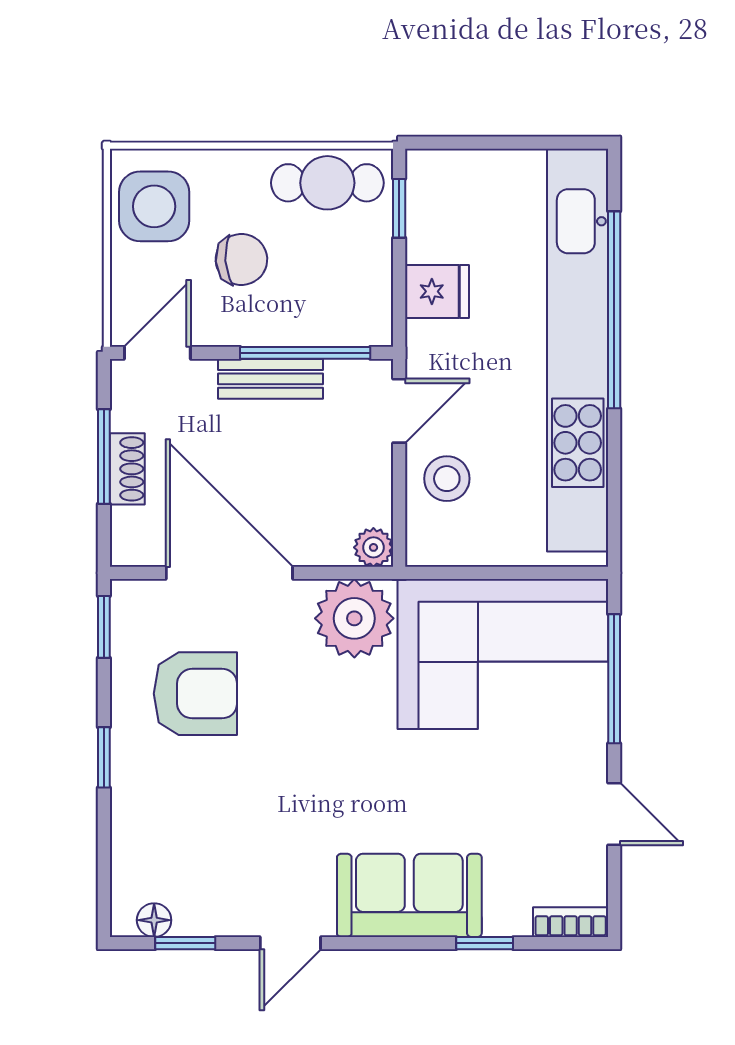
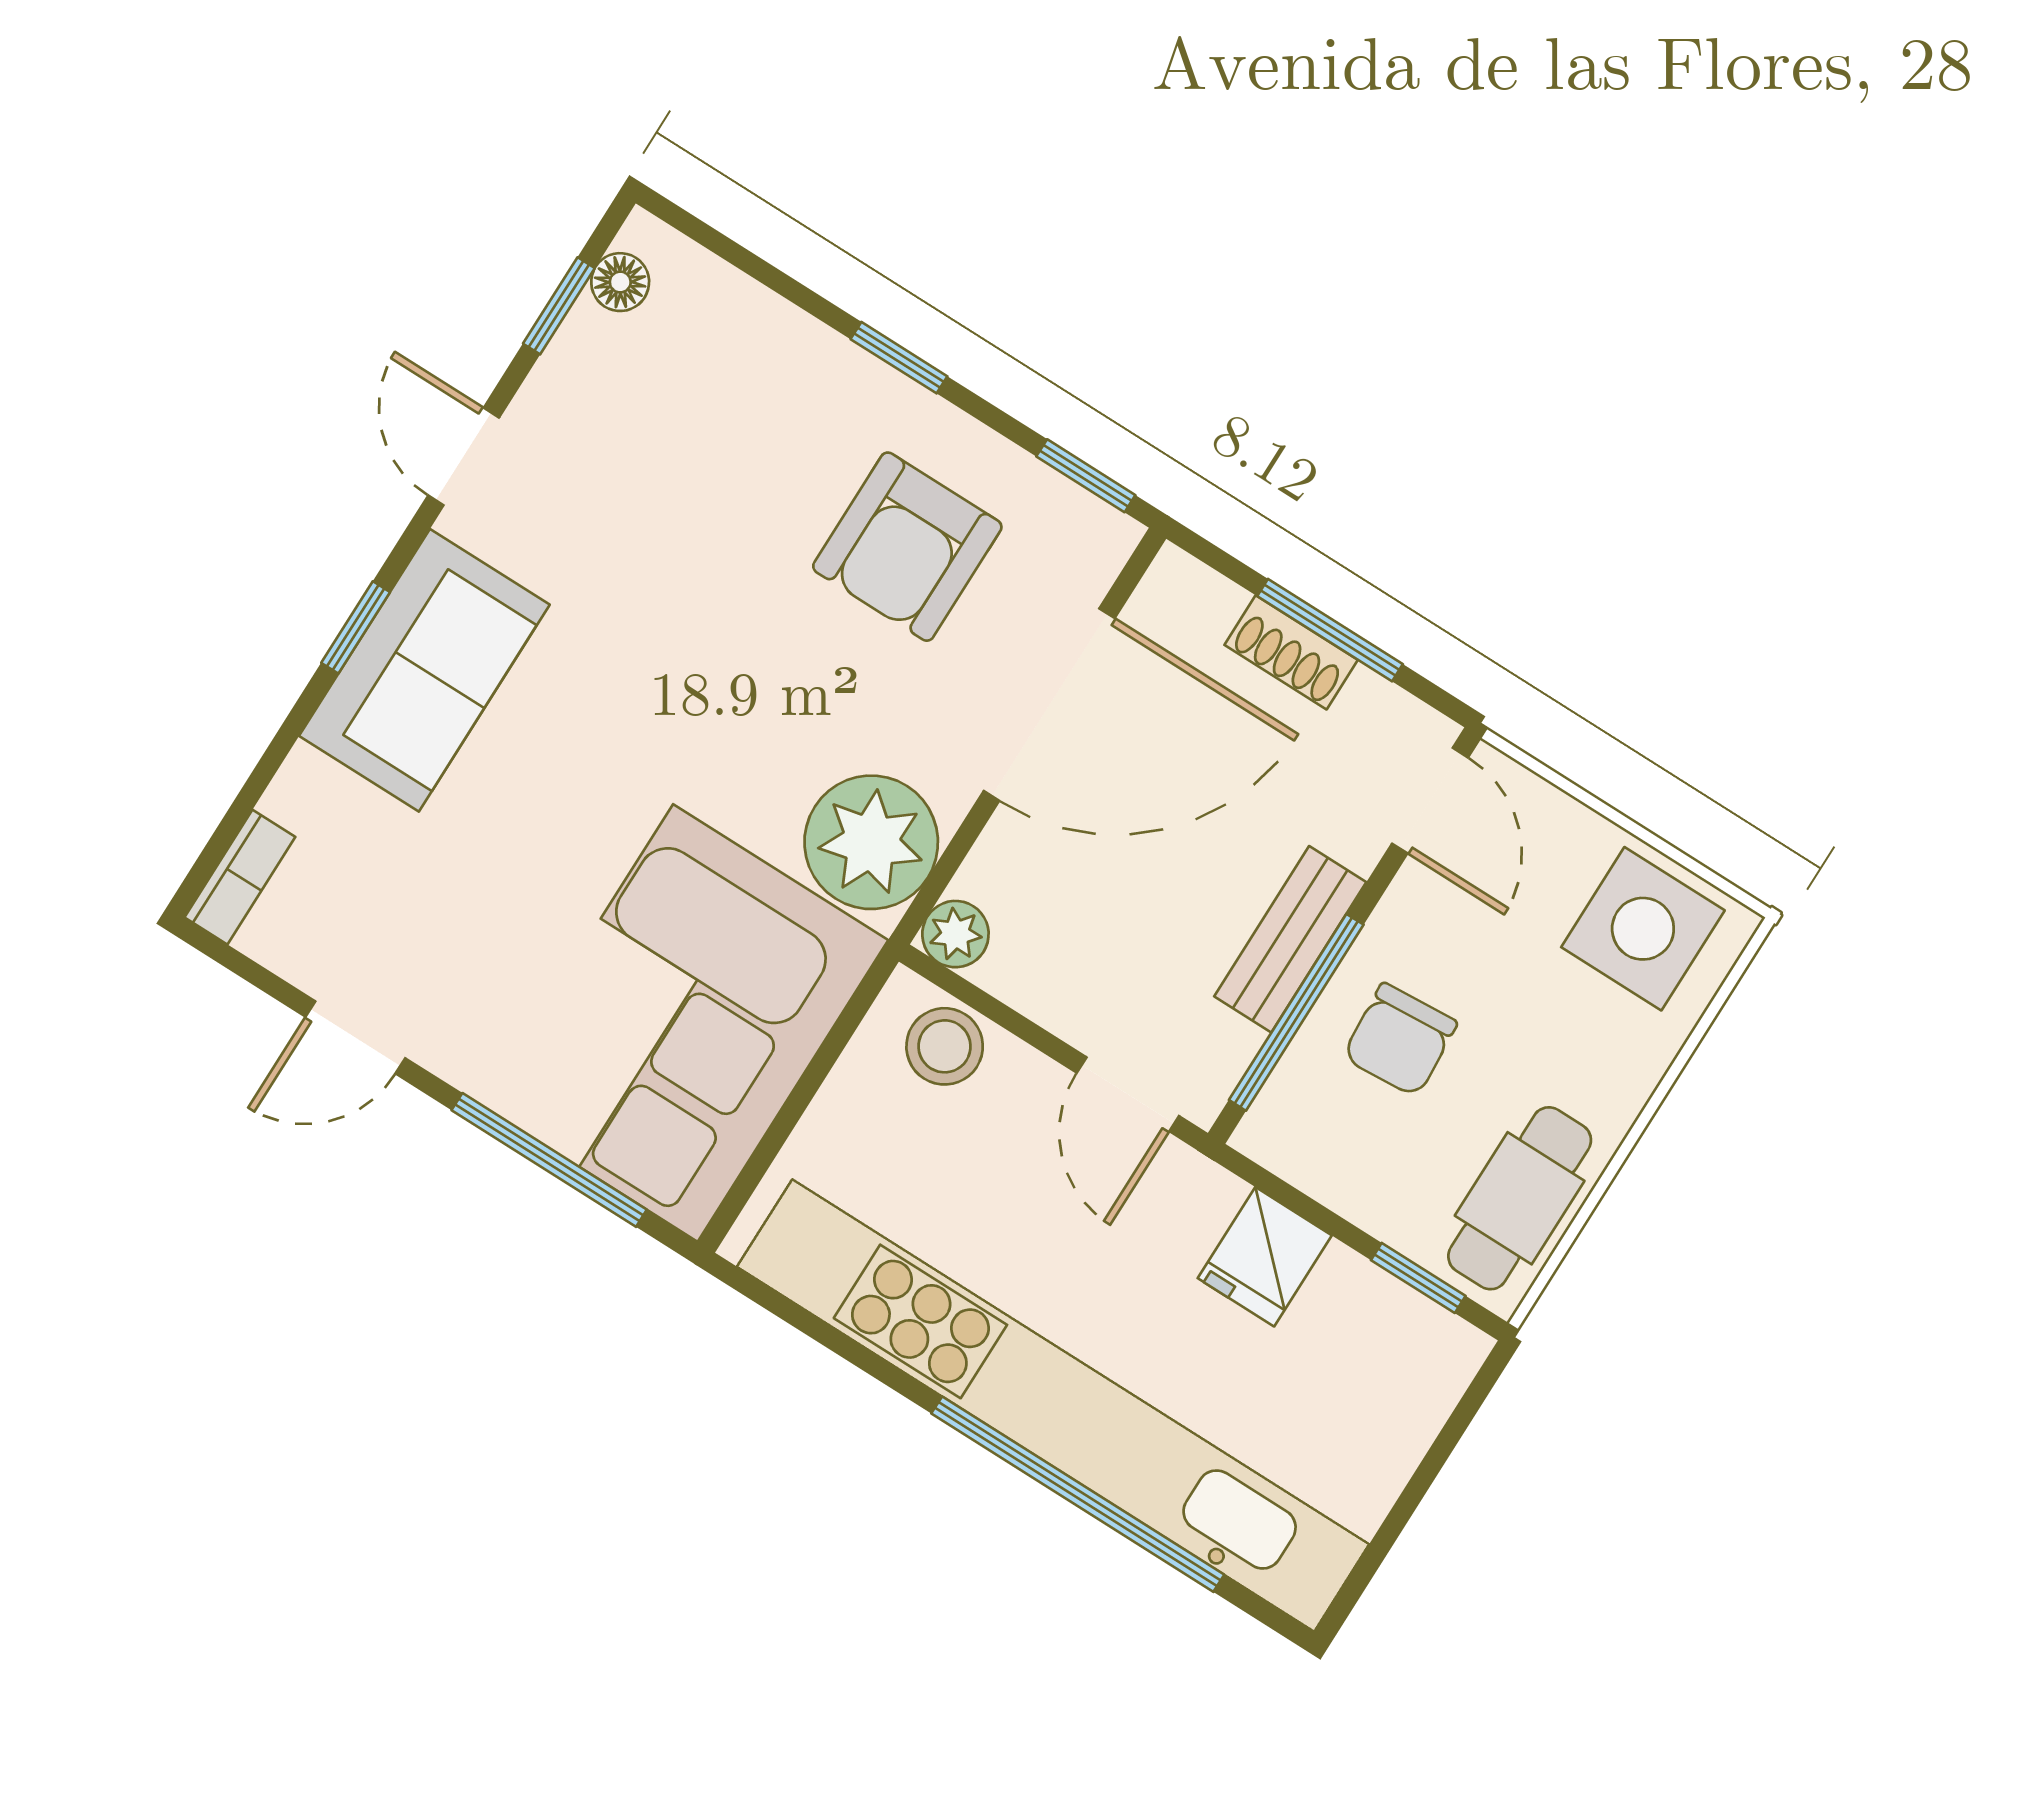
chair: (241, 259) -> (1400, 1040), moved
stool: (447, 479) -> (945, 1046), moved
window: (485, 943) -> (356, 627), moved

